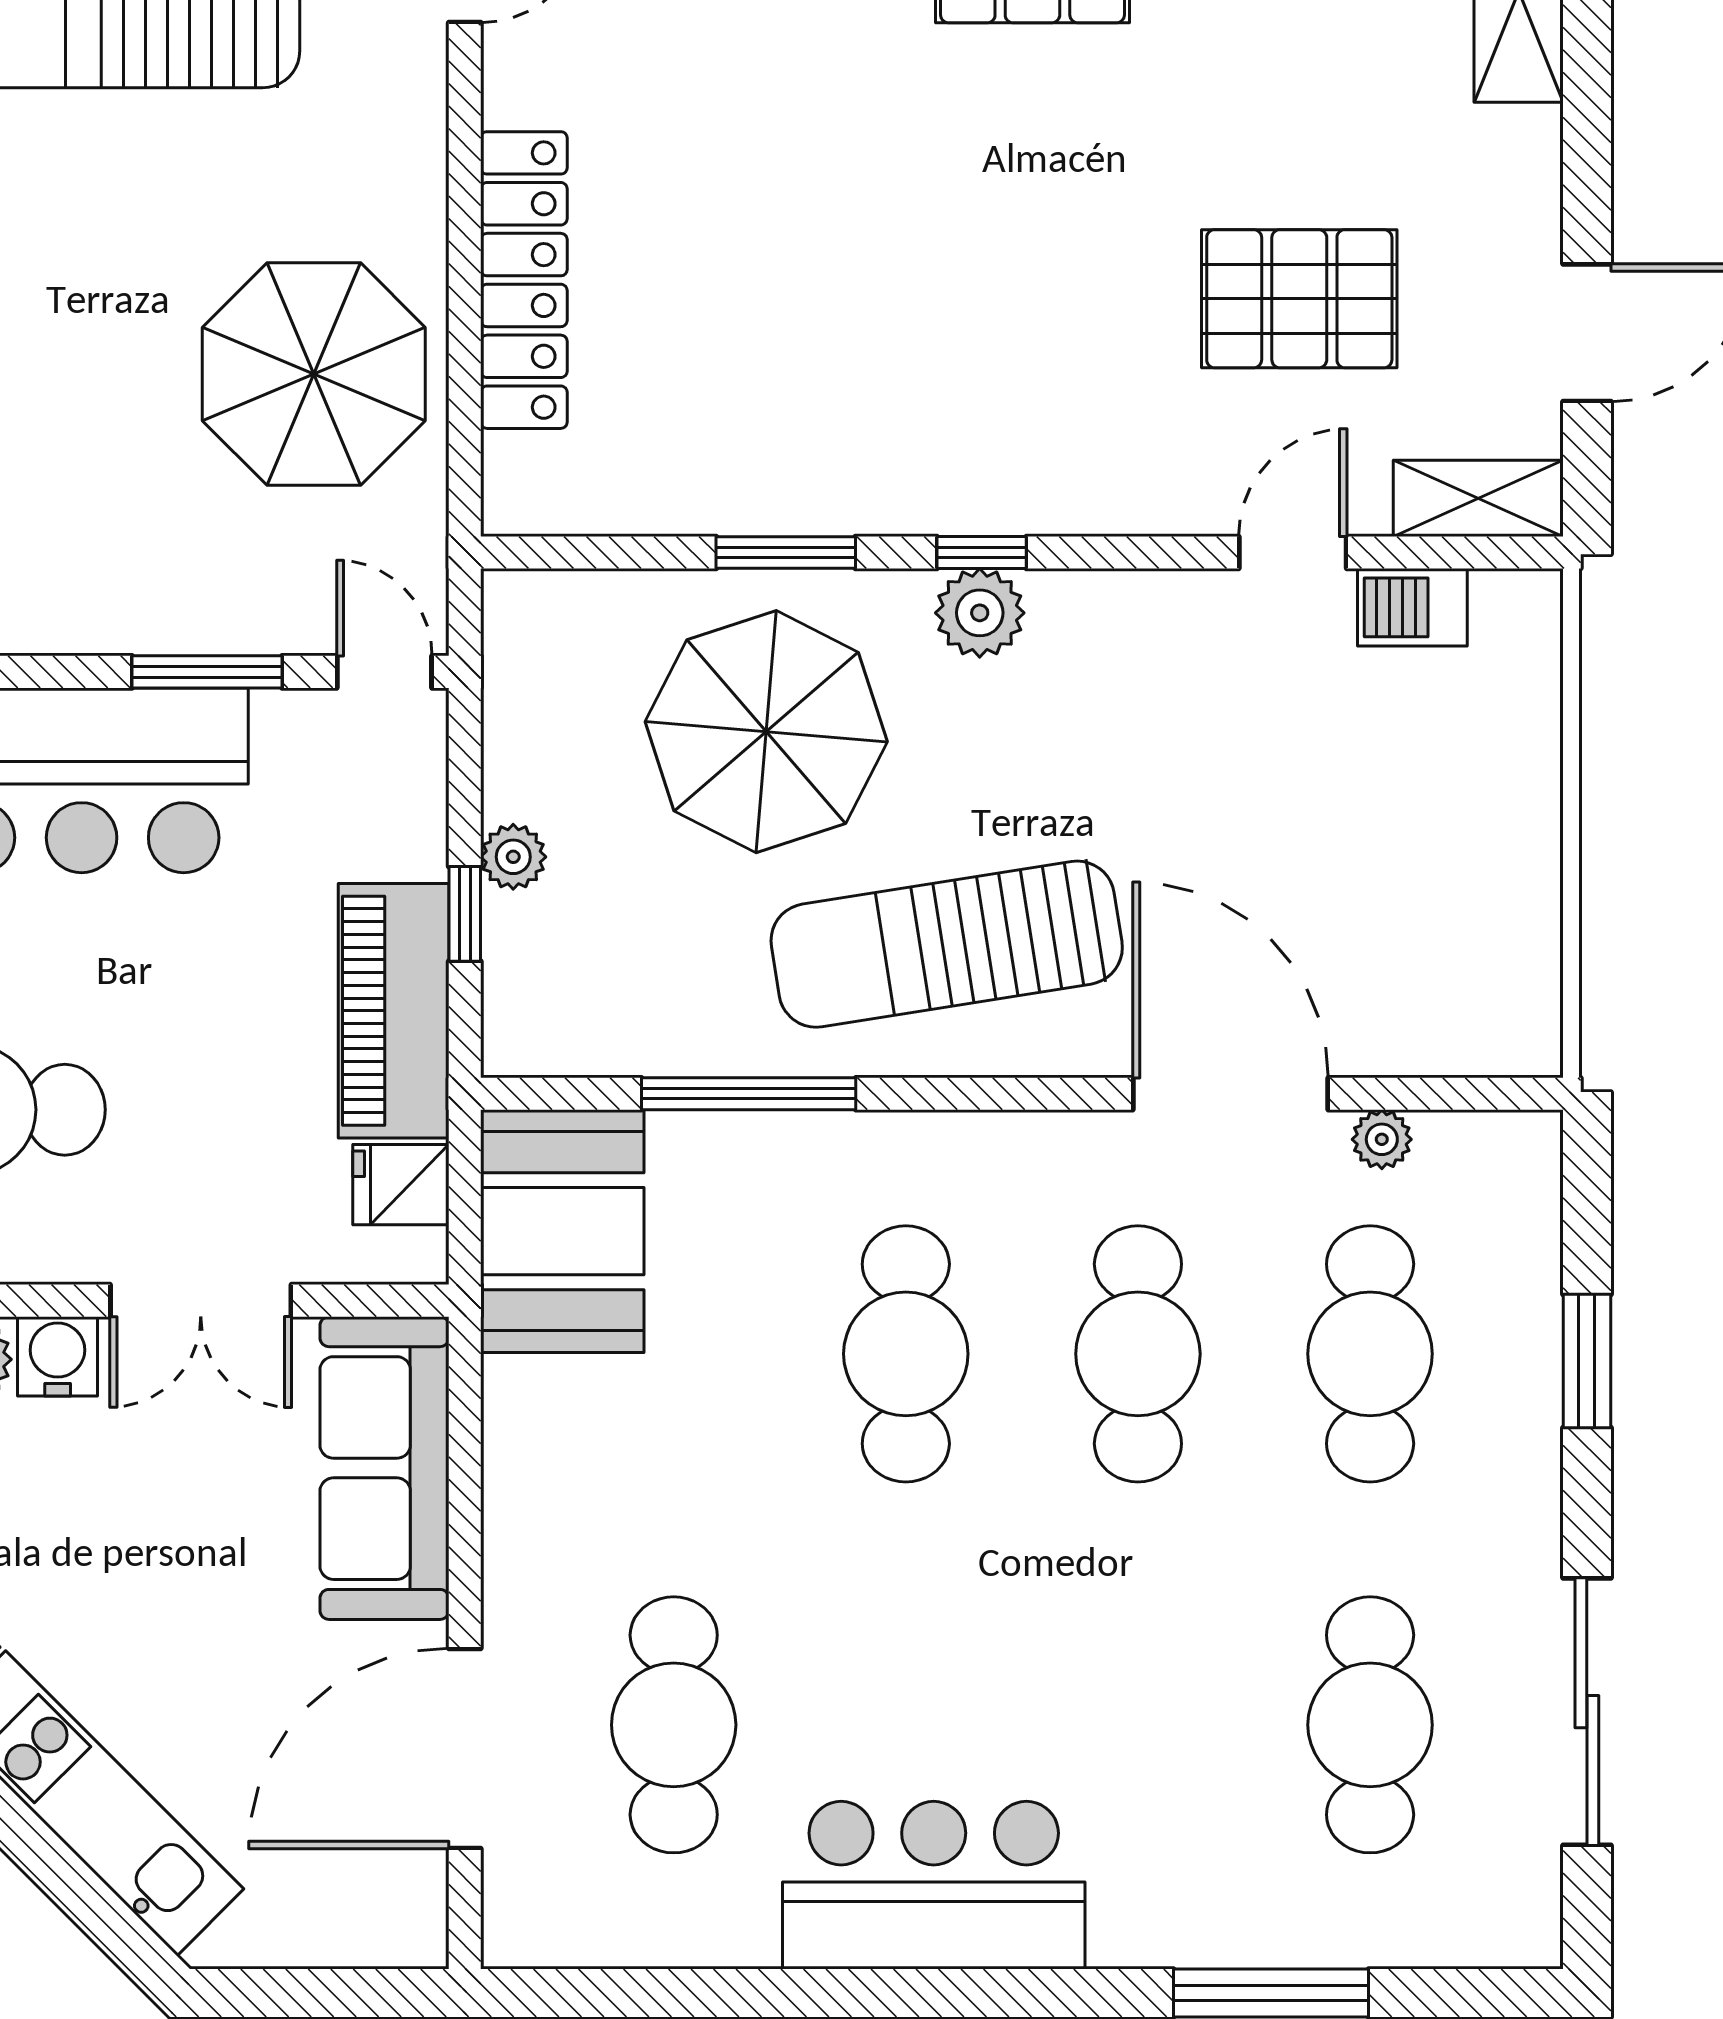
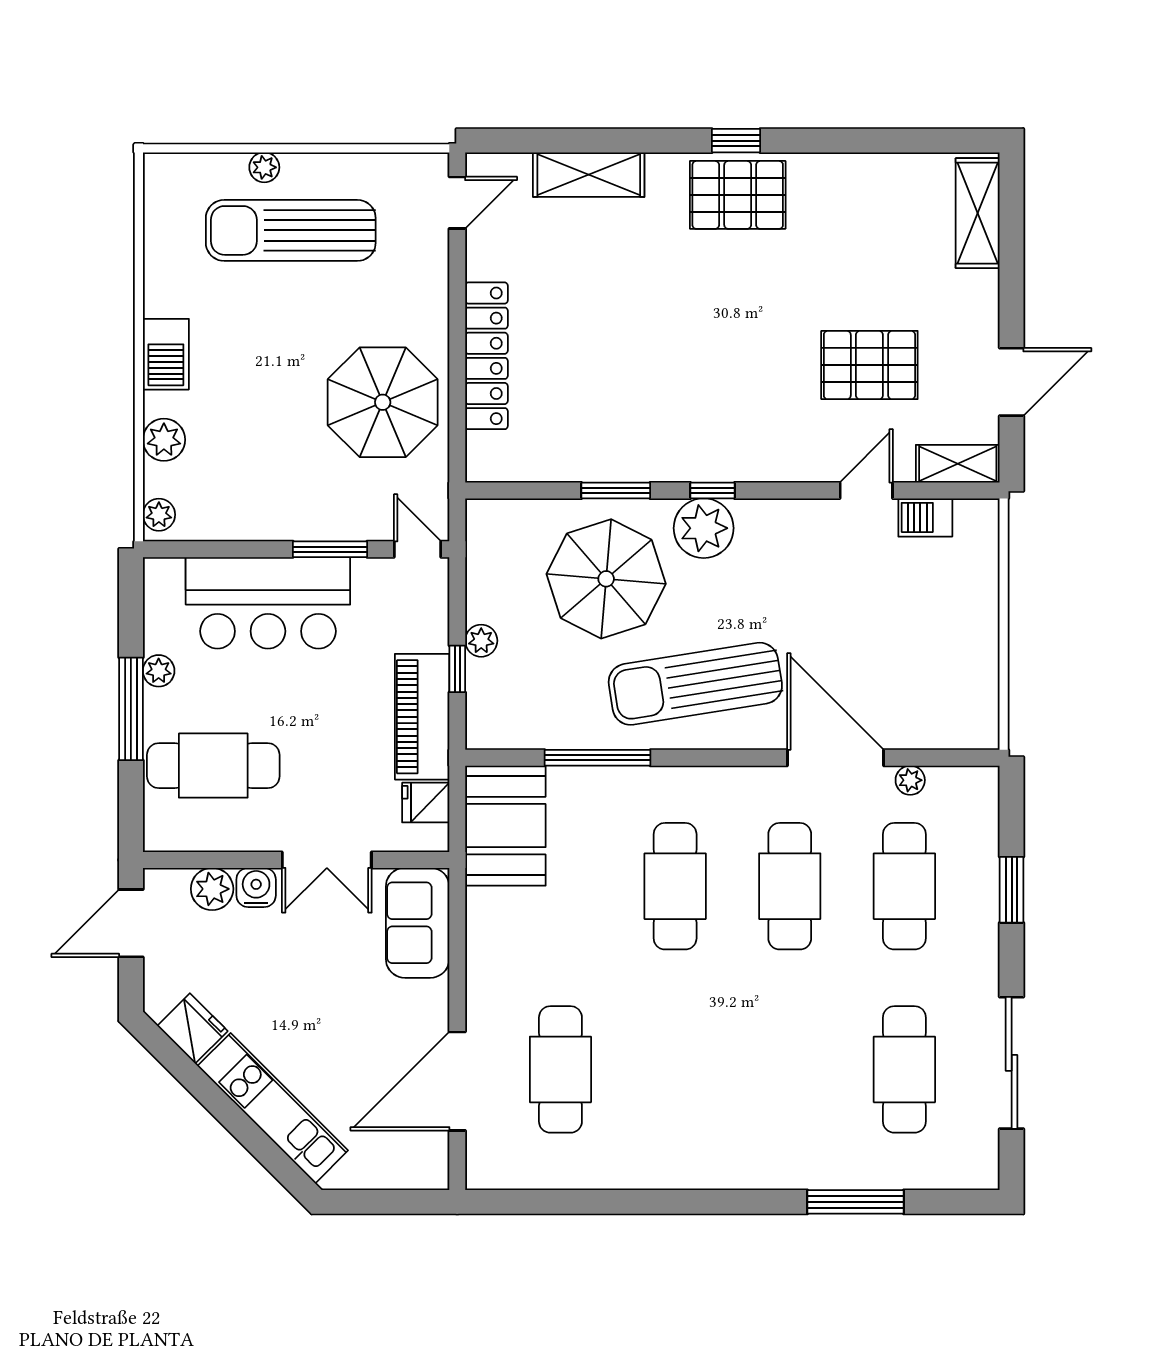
plant: (980, 613) -> (704, 528), width x1.36, depth x1.36
sofa: (384, 1468) -> (418, 923), width x0.73
bar counter: (934, 1885) -> (689, 1149), removed

